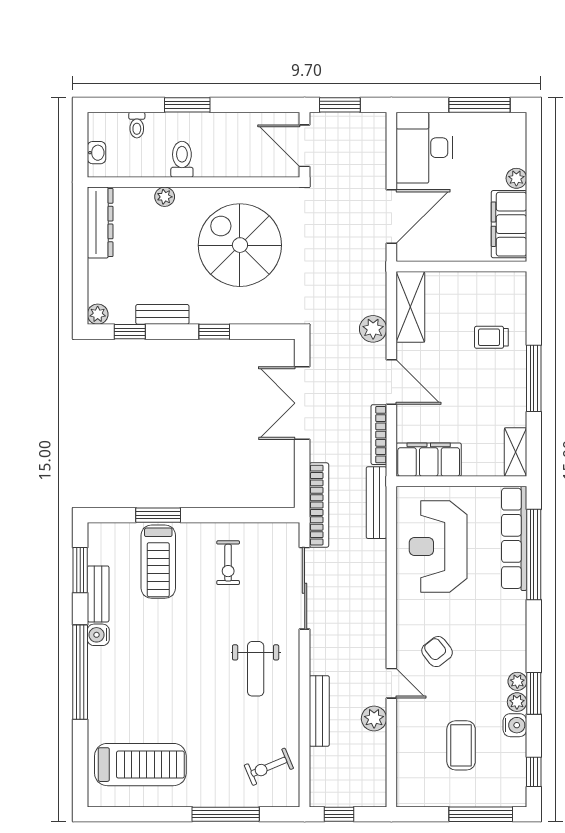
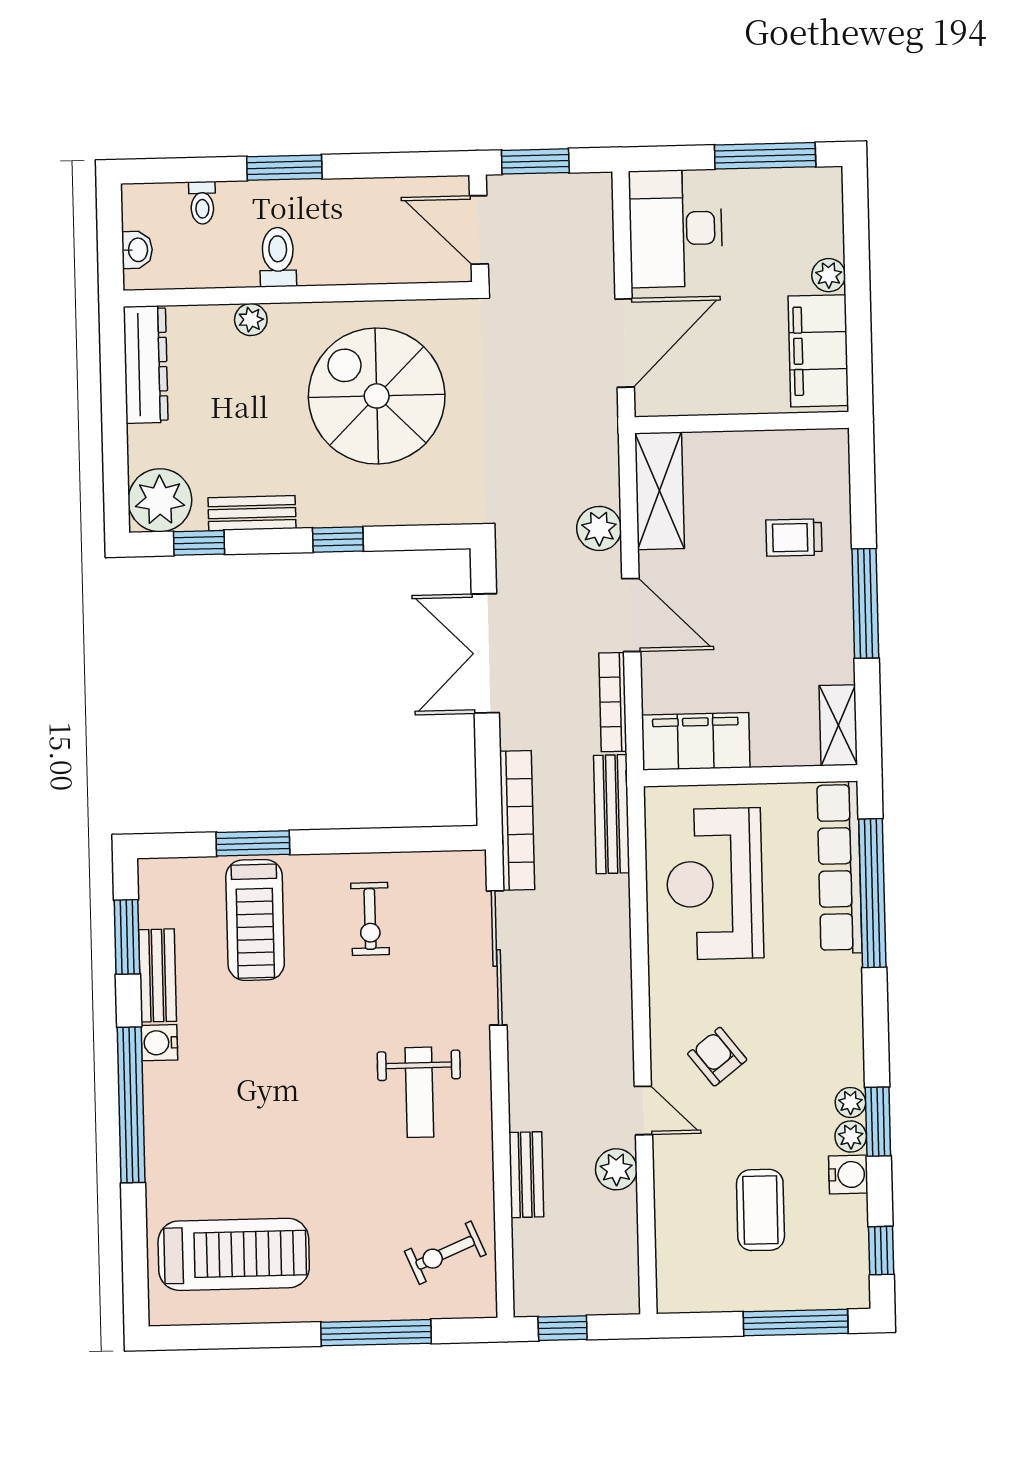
plant: (98, 314) -> (160, 500), width x1.88, depth x1.88
bench: (319, 711) -> (526, 1175), width x0.73

